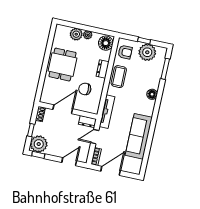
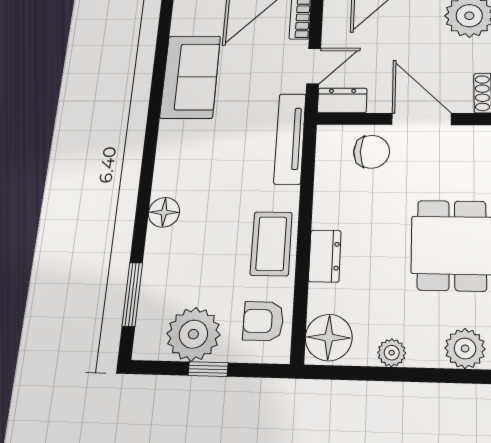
plant: (76, 34) -> (465, 348), moved
chair: (85, 89) -> (372, 152), moved
door: (63, 109) -> (421, 119), swing flipped
sofa: (139, 136) -> (190, 77), width x0.73

